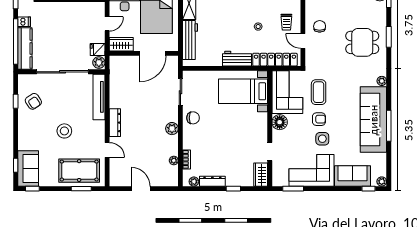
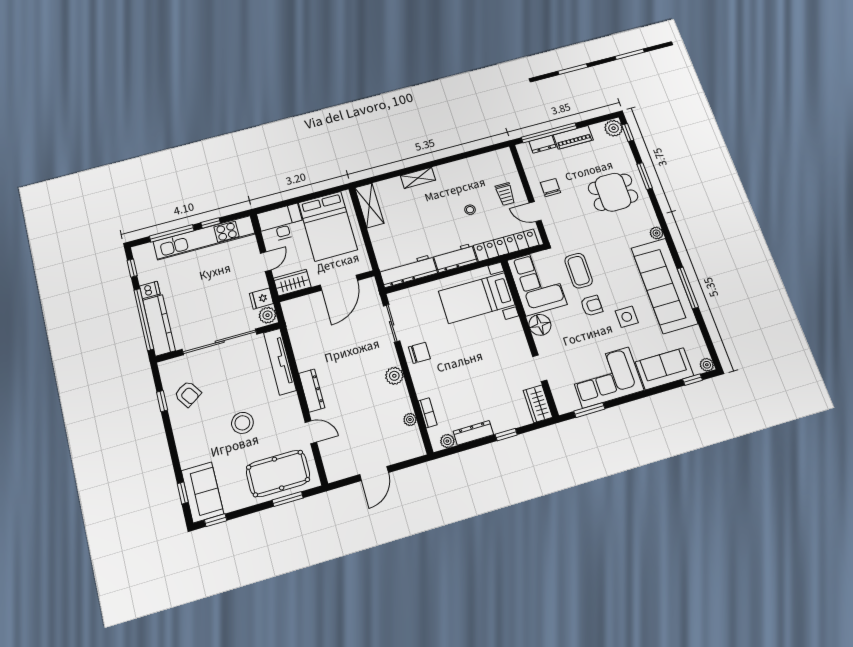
workbench: (190, 40) -> (408, 271), moved, turned -90
side table: (322, 139) -> (627, 317), moved
door: (141, 189) -> (374, 474), swing flipped

